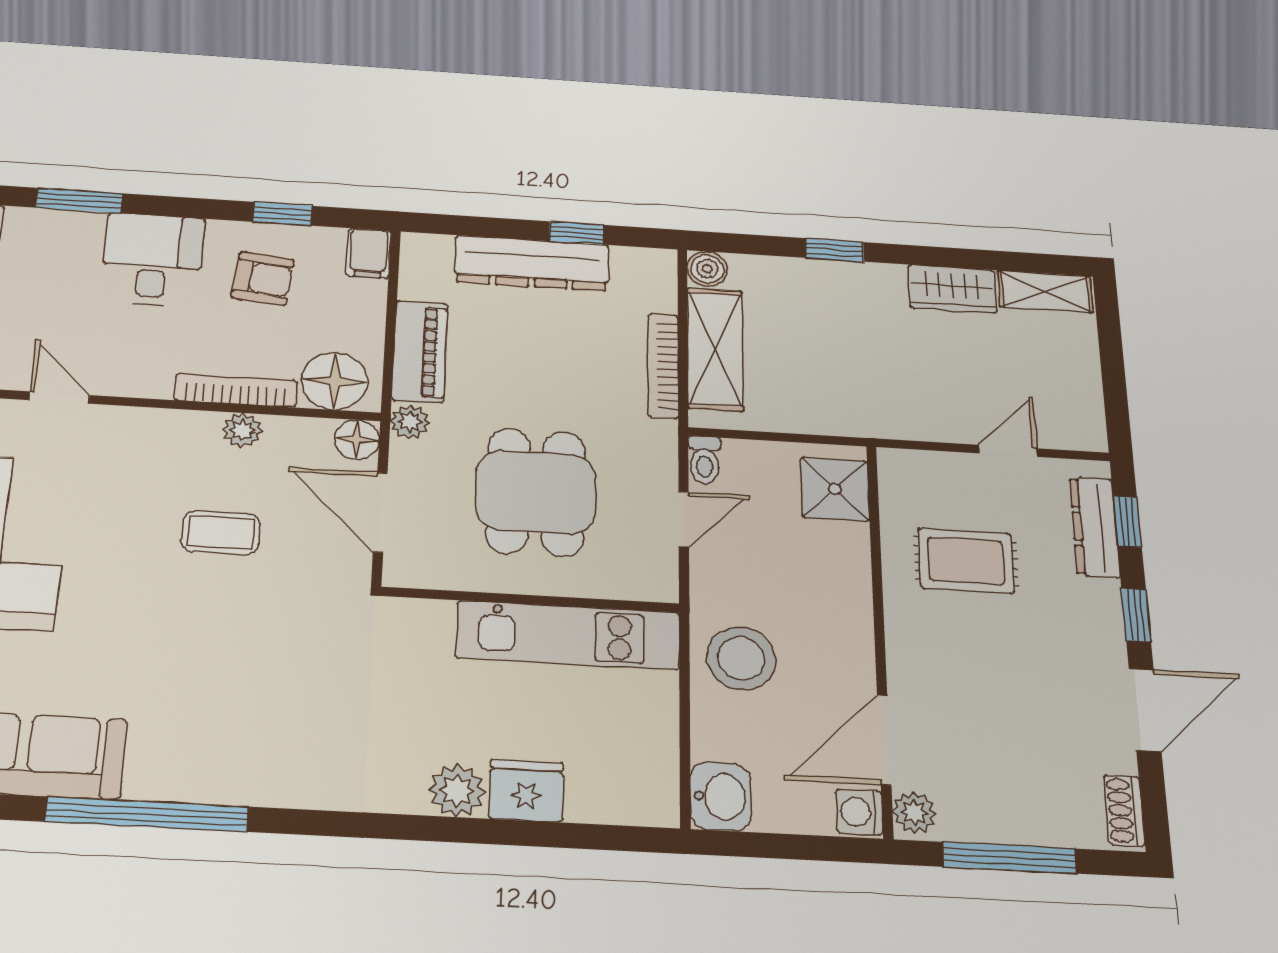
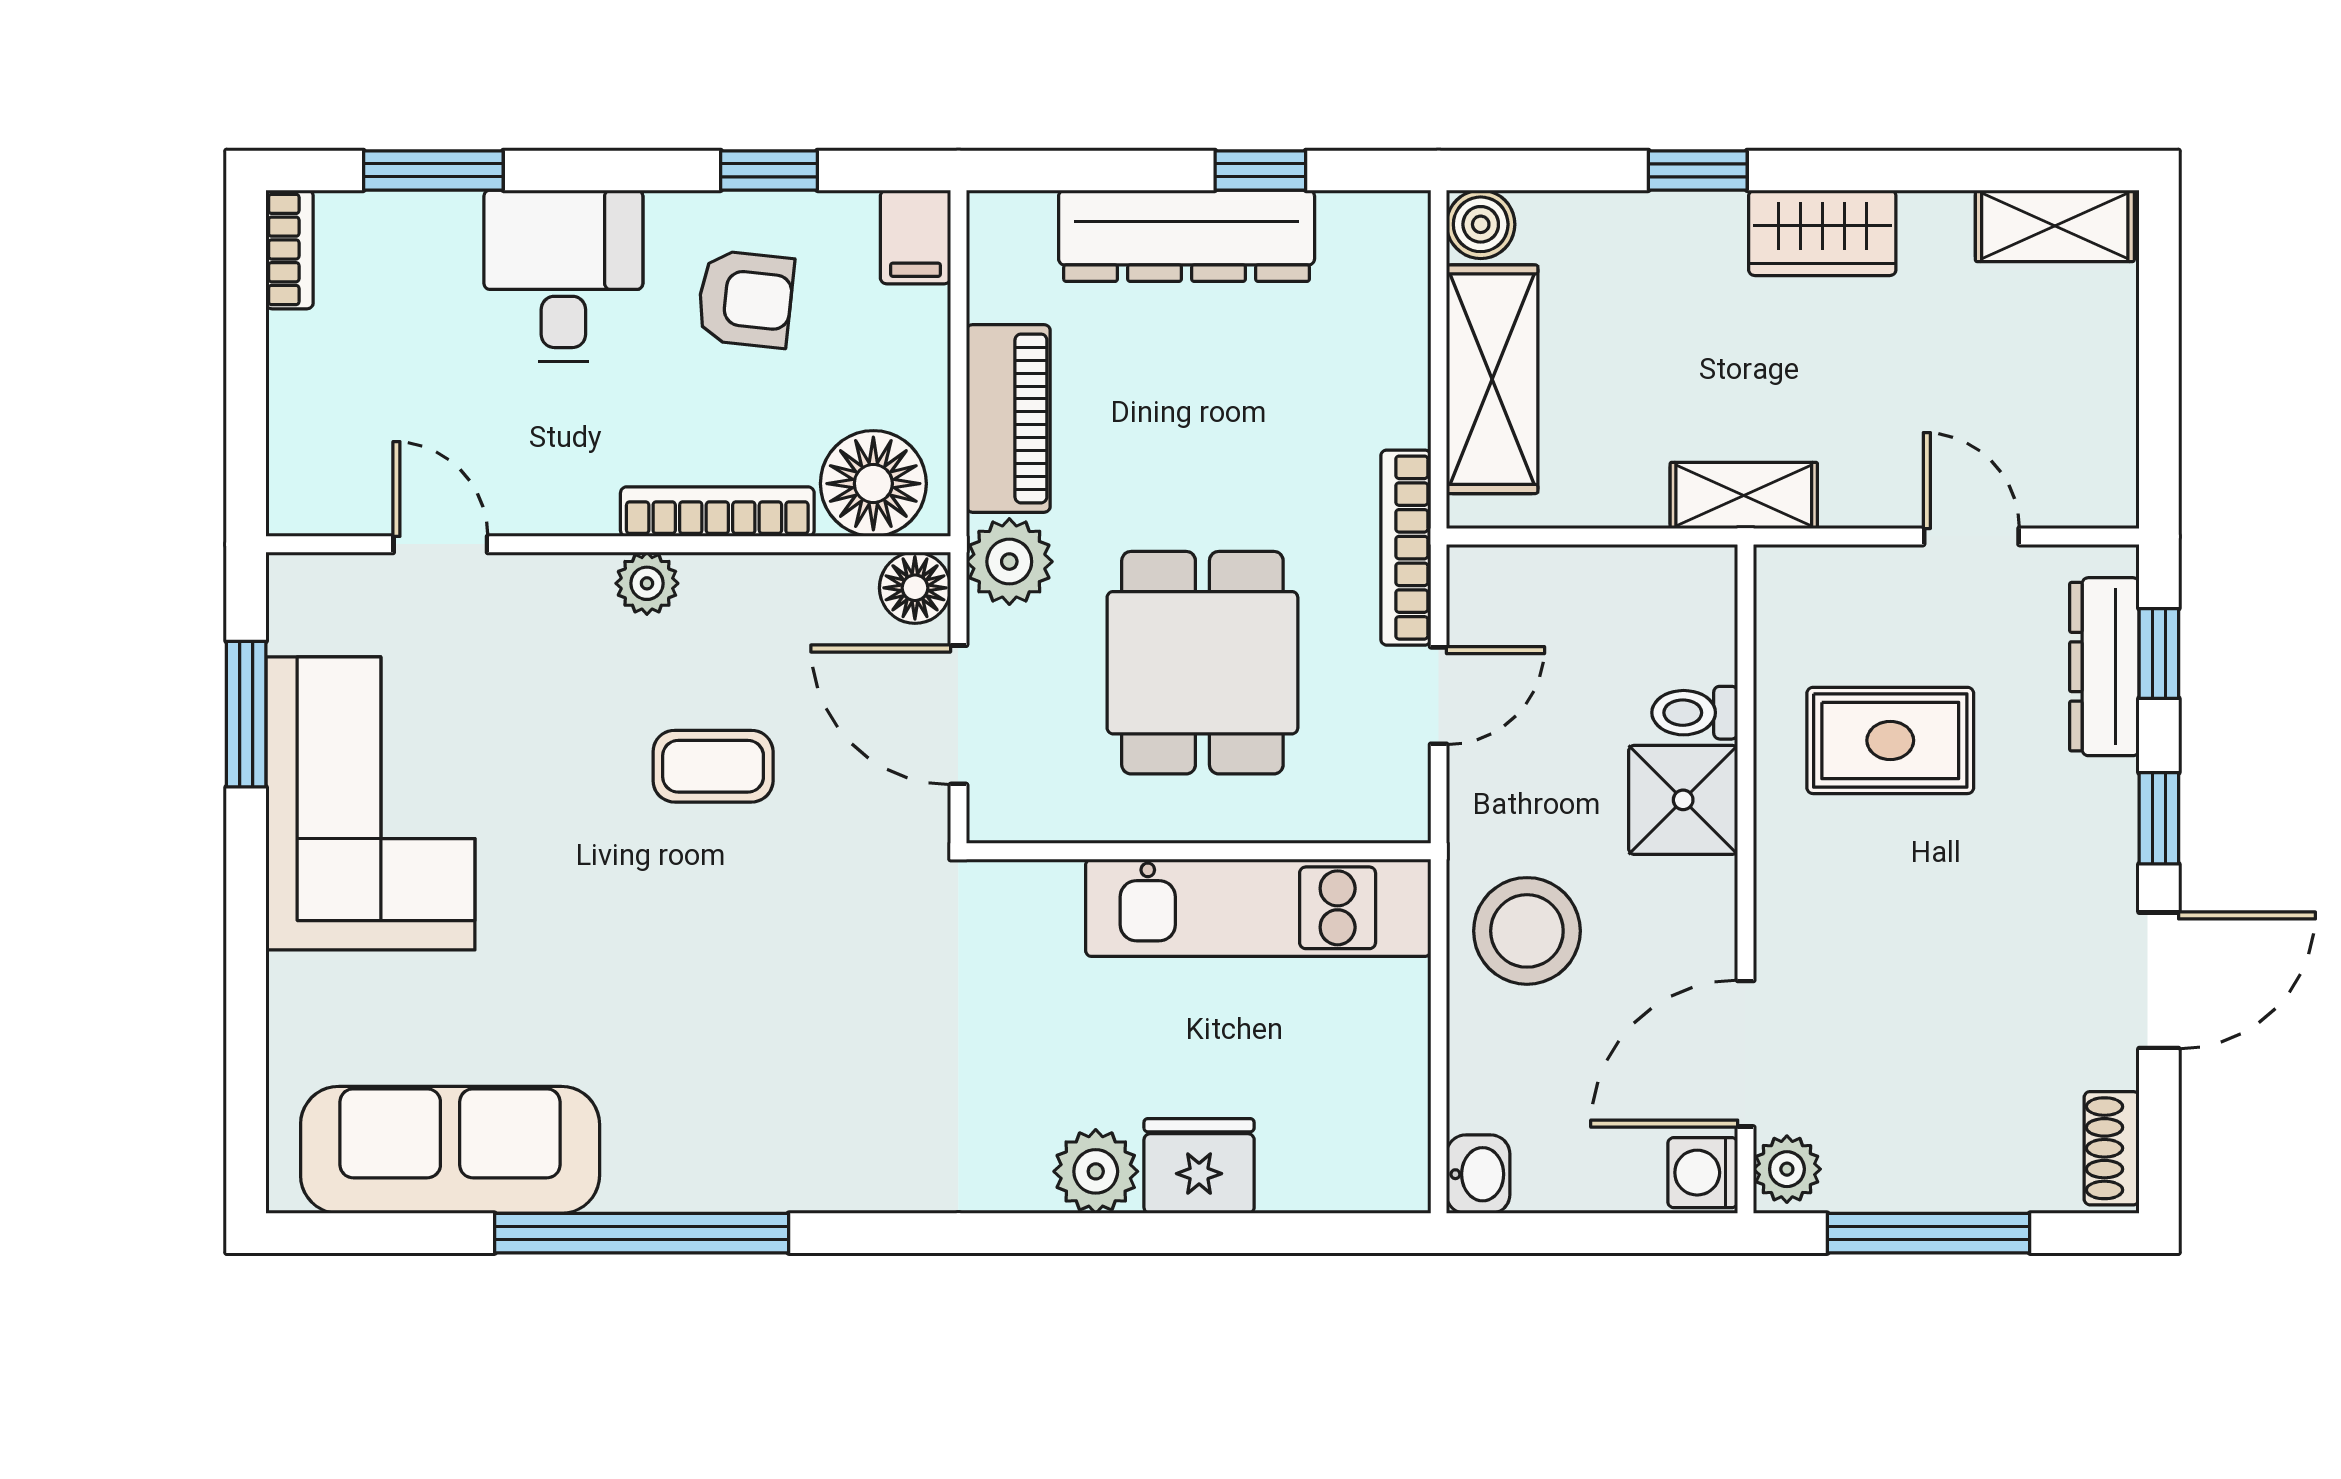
wardrobe: (952, 289) -> (1822, 233), moved
bookcase: (663, 366) -> (1406, 548), moved
shelving: (869, 420) -> (1744, 495), added
plant: (410, 422) -> (1009, 562), width x1.38, depth x1.38
plant: (242, 430) -> (647, 583), moved
door: (1008, 451) -> (1971, 536), hinge flipped
toilet: (705, 460) -> (1695, 713), moved, turned 90
shower: (835, 489) -> (1683, 800), moved
washbasin: (721, 796) -> (1478, 1174), width x0.72, depth x0.69

